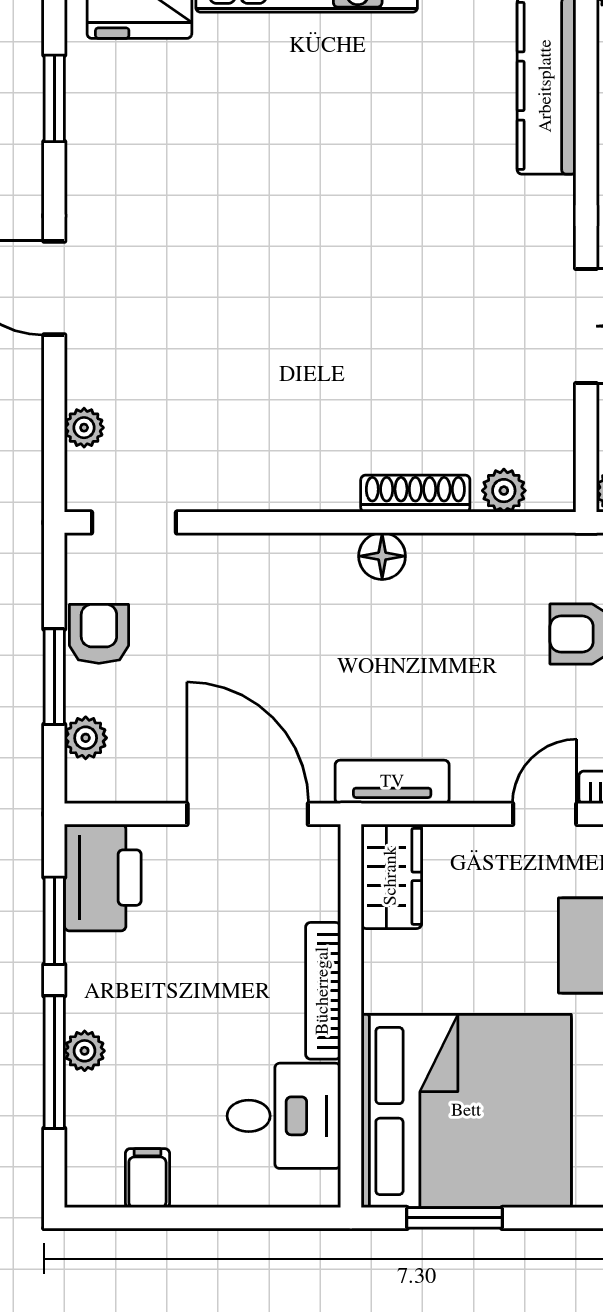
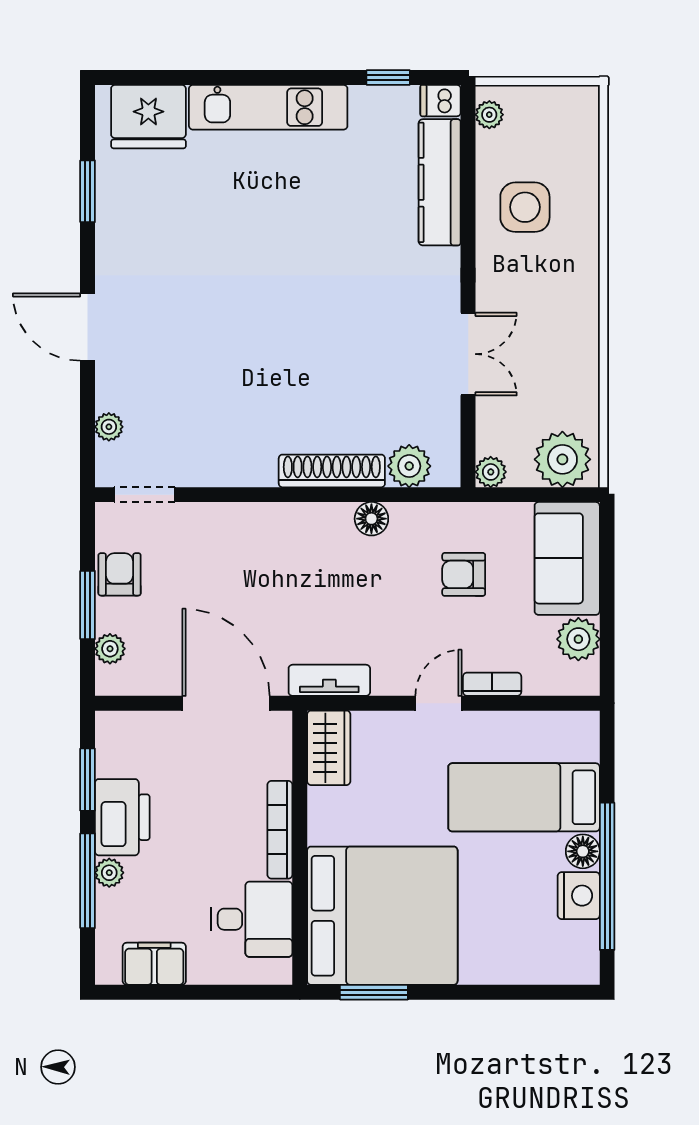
plant: (504, 491) -> (409, 466), width x1.38, depth x1.38
shoe rack: (415, 494) -> (332, 471), width x1.36, depth x1.24
floor lamp: (382, 556) -> (371, 519), moved
printer: (103, 878) -> (122, 817), moved
filing cabinet: (147, 1178) -> (154, 964), width x2.00

